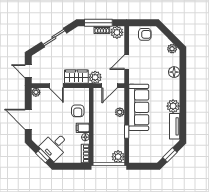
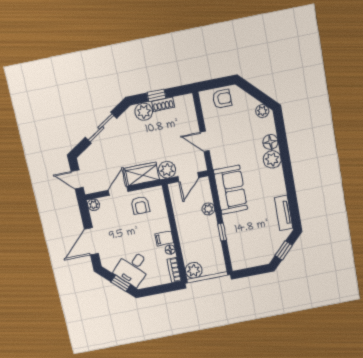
window: (98, 23) -> (156, 95), width x0.46
plant: (117, 32) -> (144, 112), moved
door: (127, 62) -> (205, 141), hinge flipped
door: (56, 86) -> (118, 191), swing flipped
plant: (173, 106) -> (272, 159), moved
sofa: (139, 107) -> (230, 190), width x0.73
armchair: (78, 111) -> (140, 205), moved
door: (28, 119) -> (91, 241), hinge flipped
plant: (118, 157) -> (194, 270), moved

